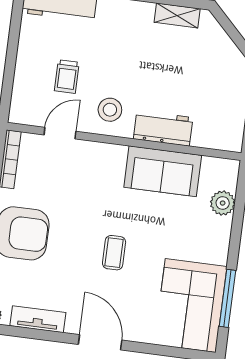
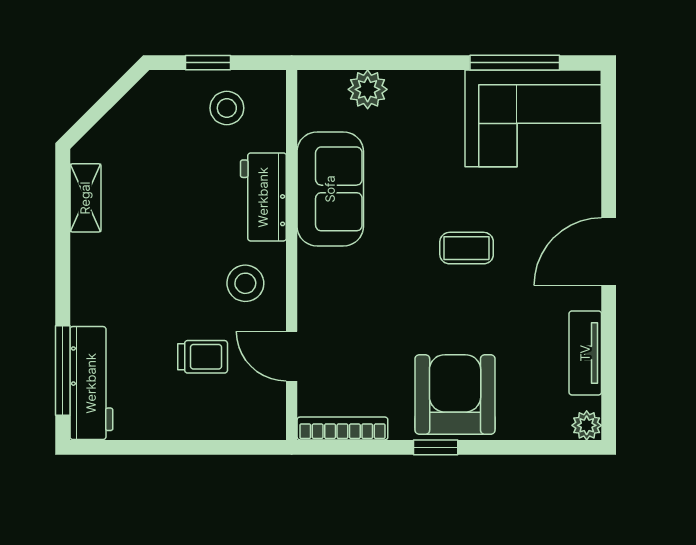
stool: (222, 112) -> (227, 108), added

